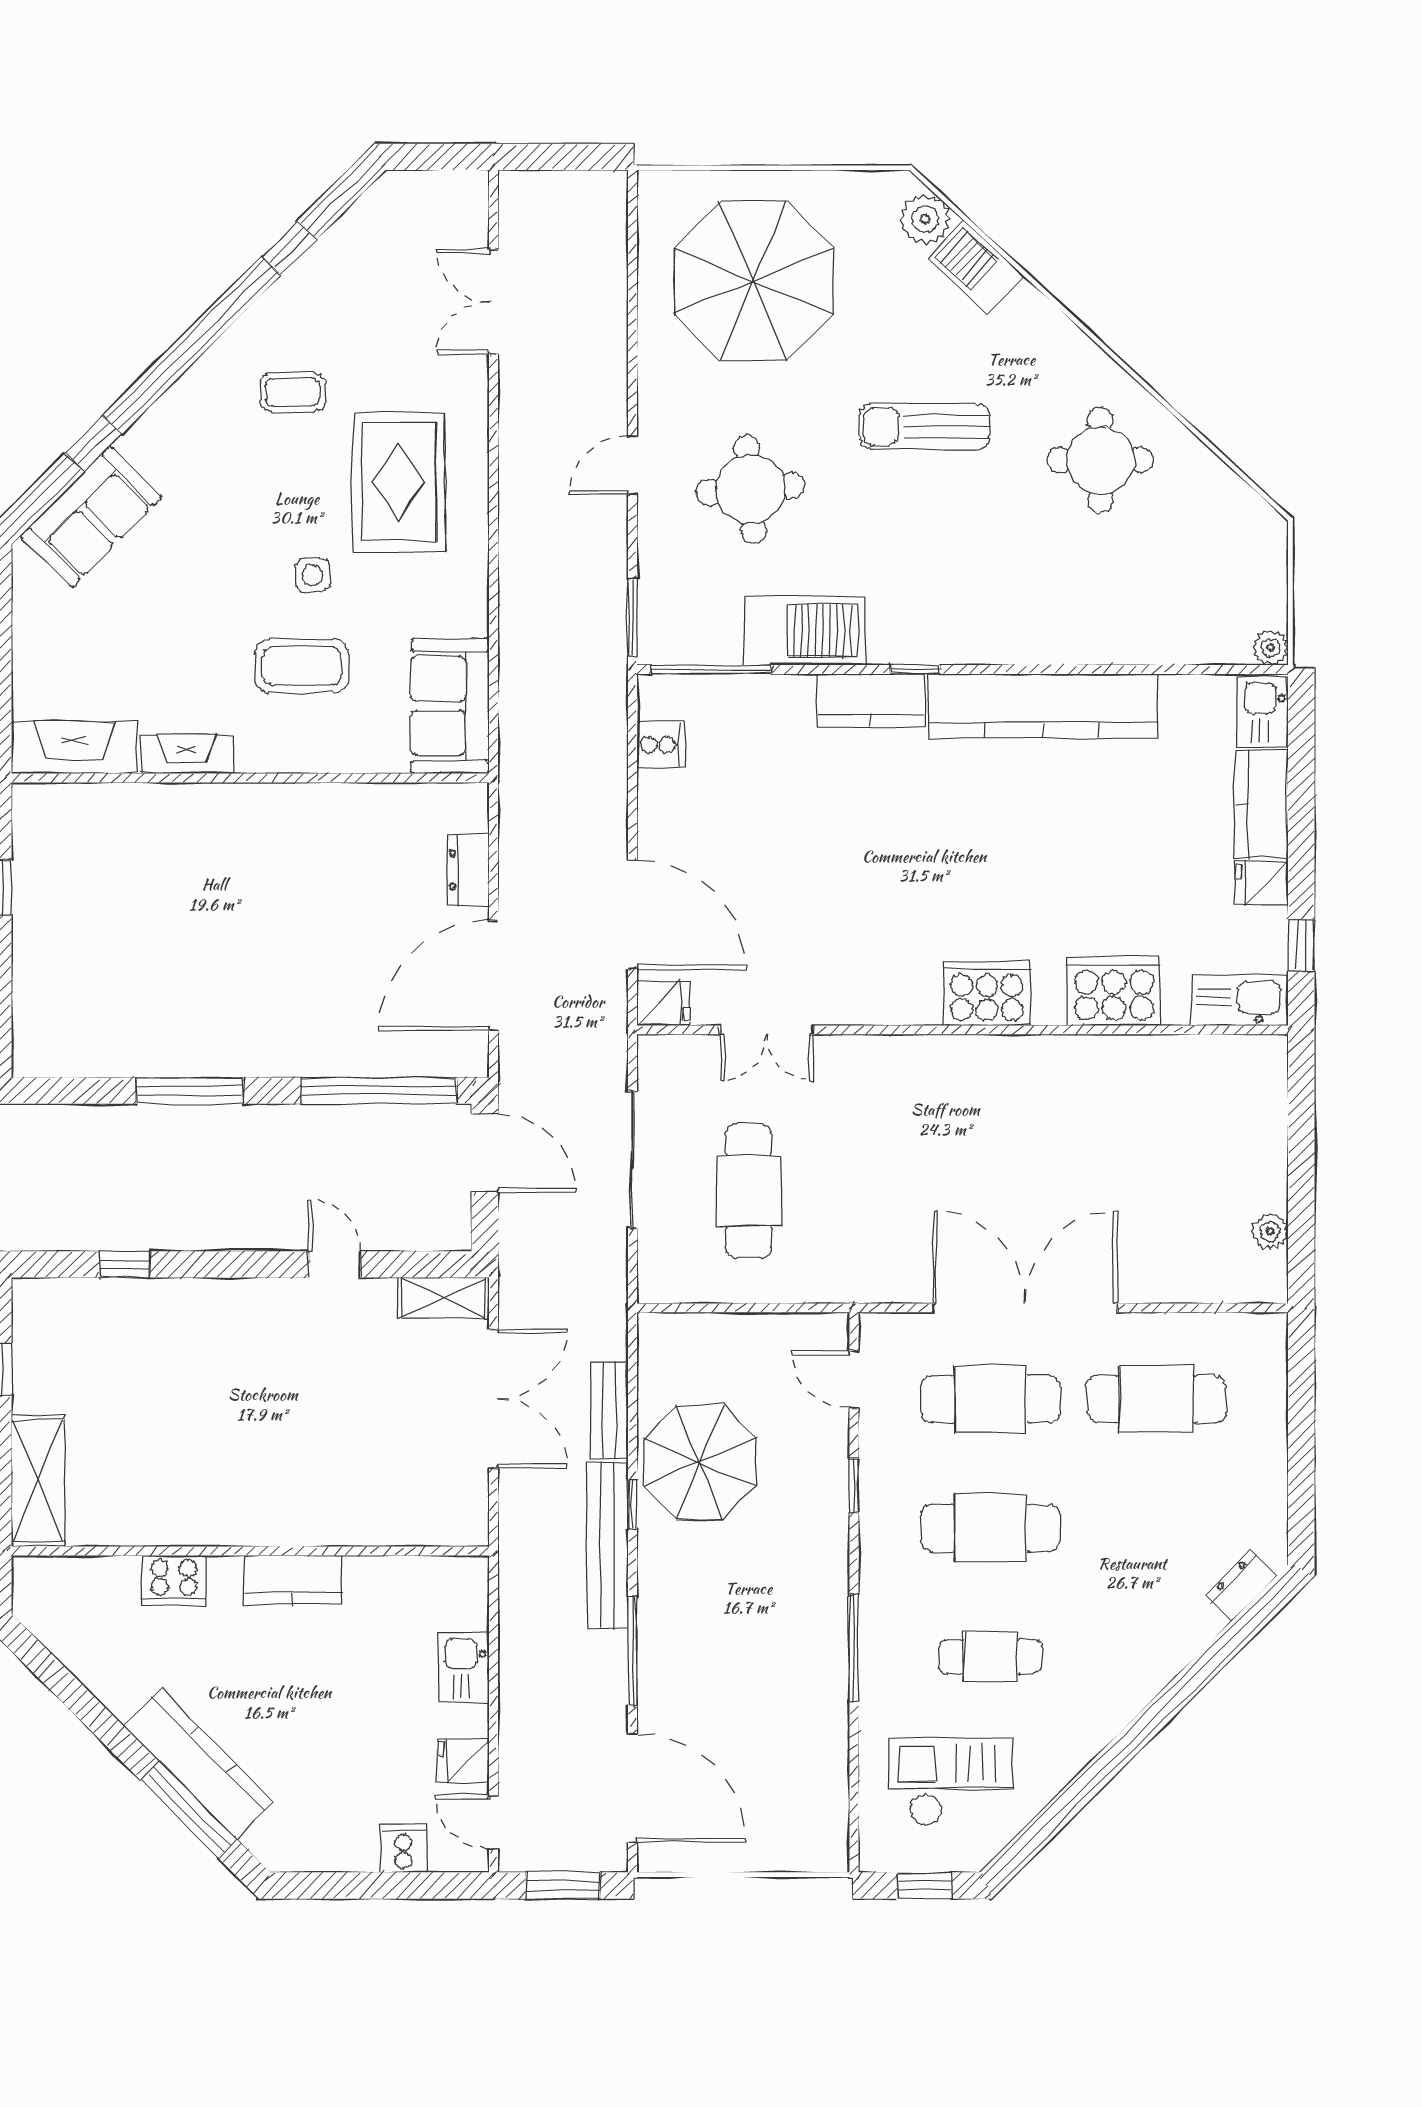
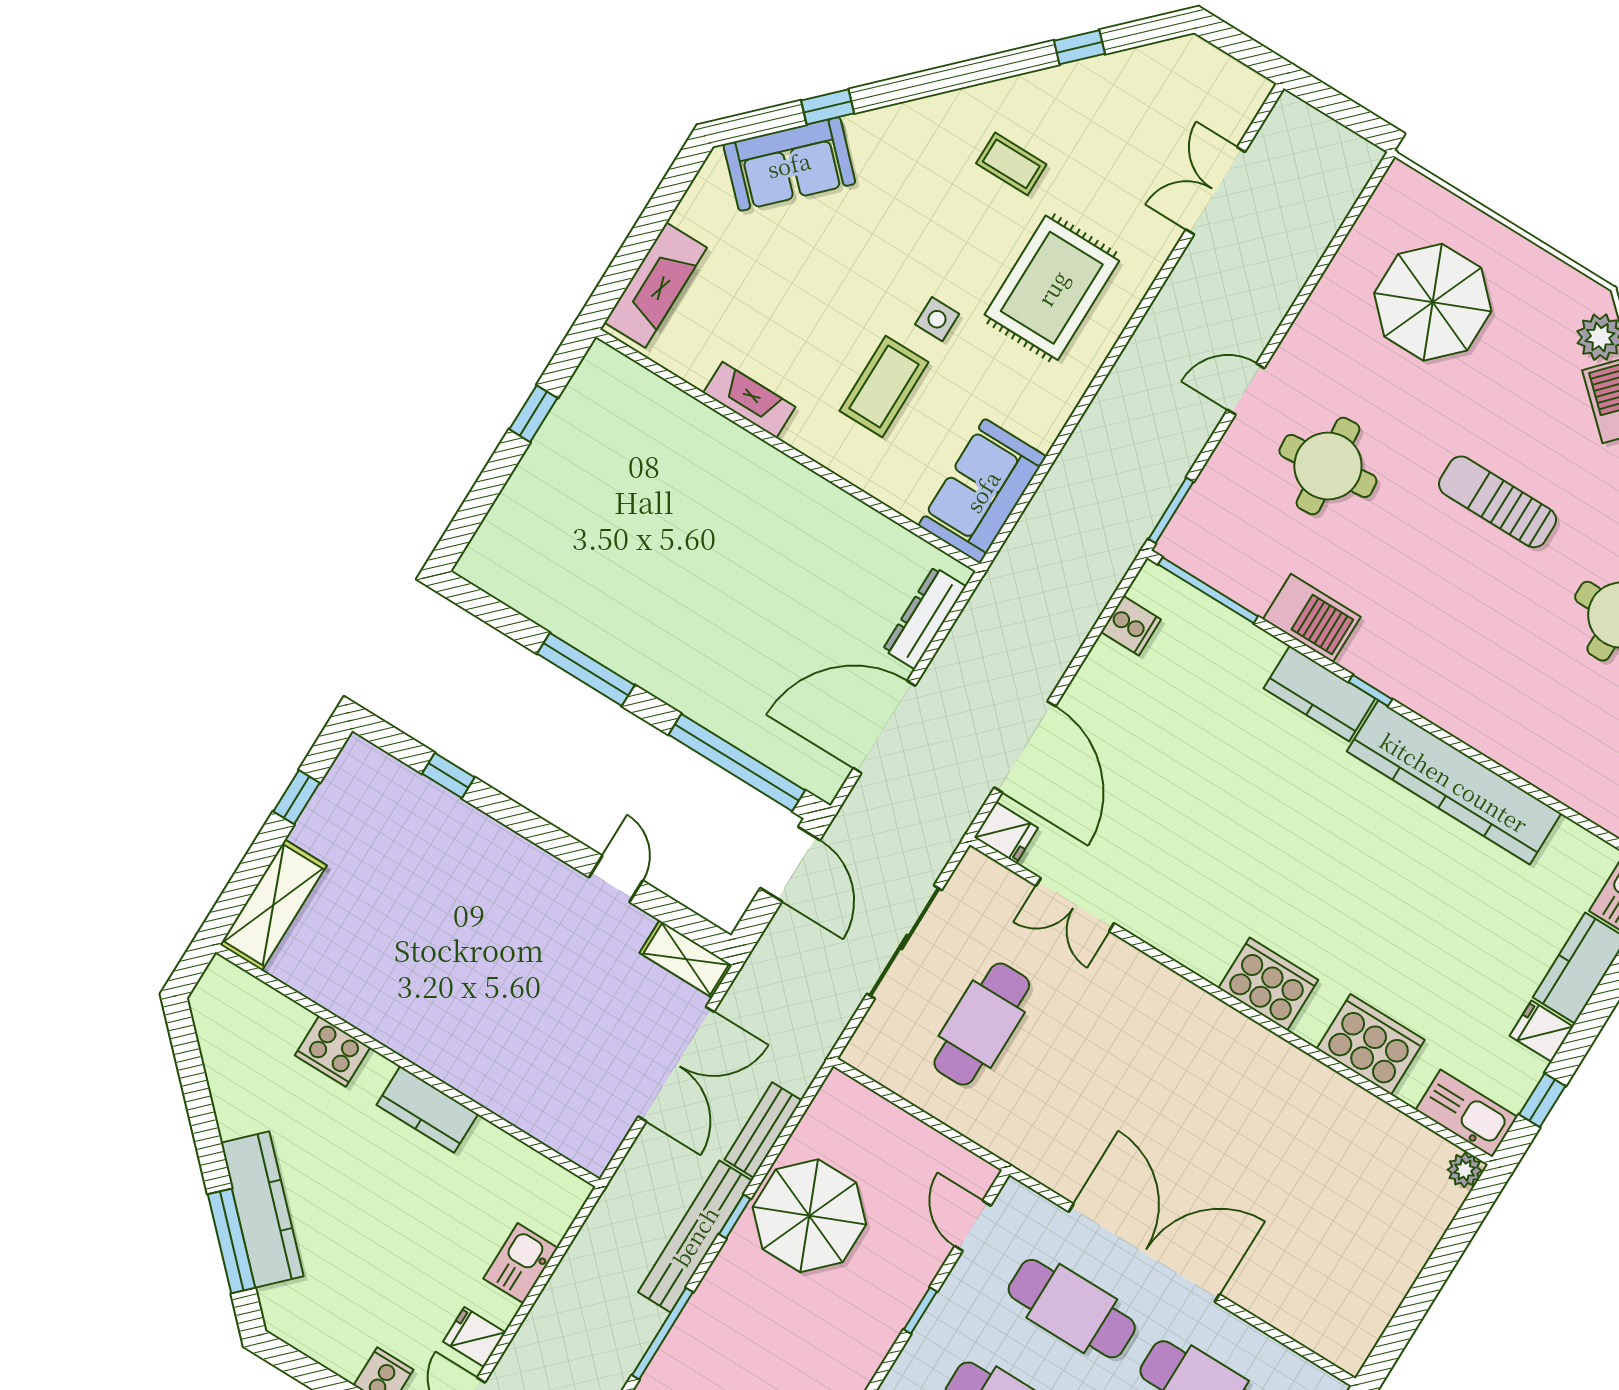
parasol: (754, 281) -> (1433, 302), width x0.73, depth x0.73
barbecue: (805, 630) -> (1312, 618), width x0.73, depth x0.83
coffee table: (302, 666) -> (884, 386), turned 90
fireplace: (74, 748) -> (656, 285), moved, turned 90
dresser: (469, 870) -> (924, 618), width x1.44
plant: (1270, 1231) -> (1465, 1170), moved

